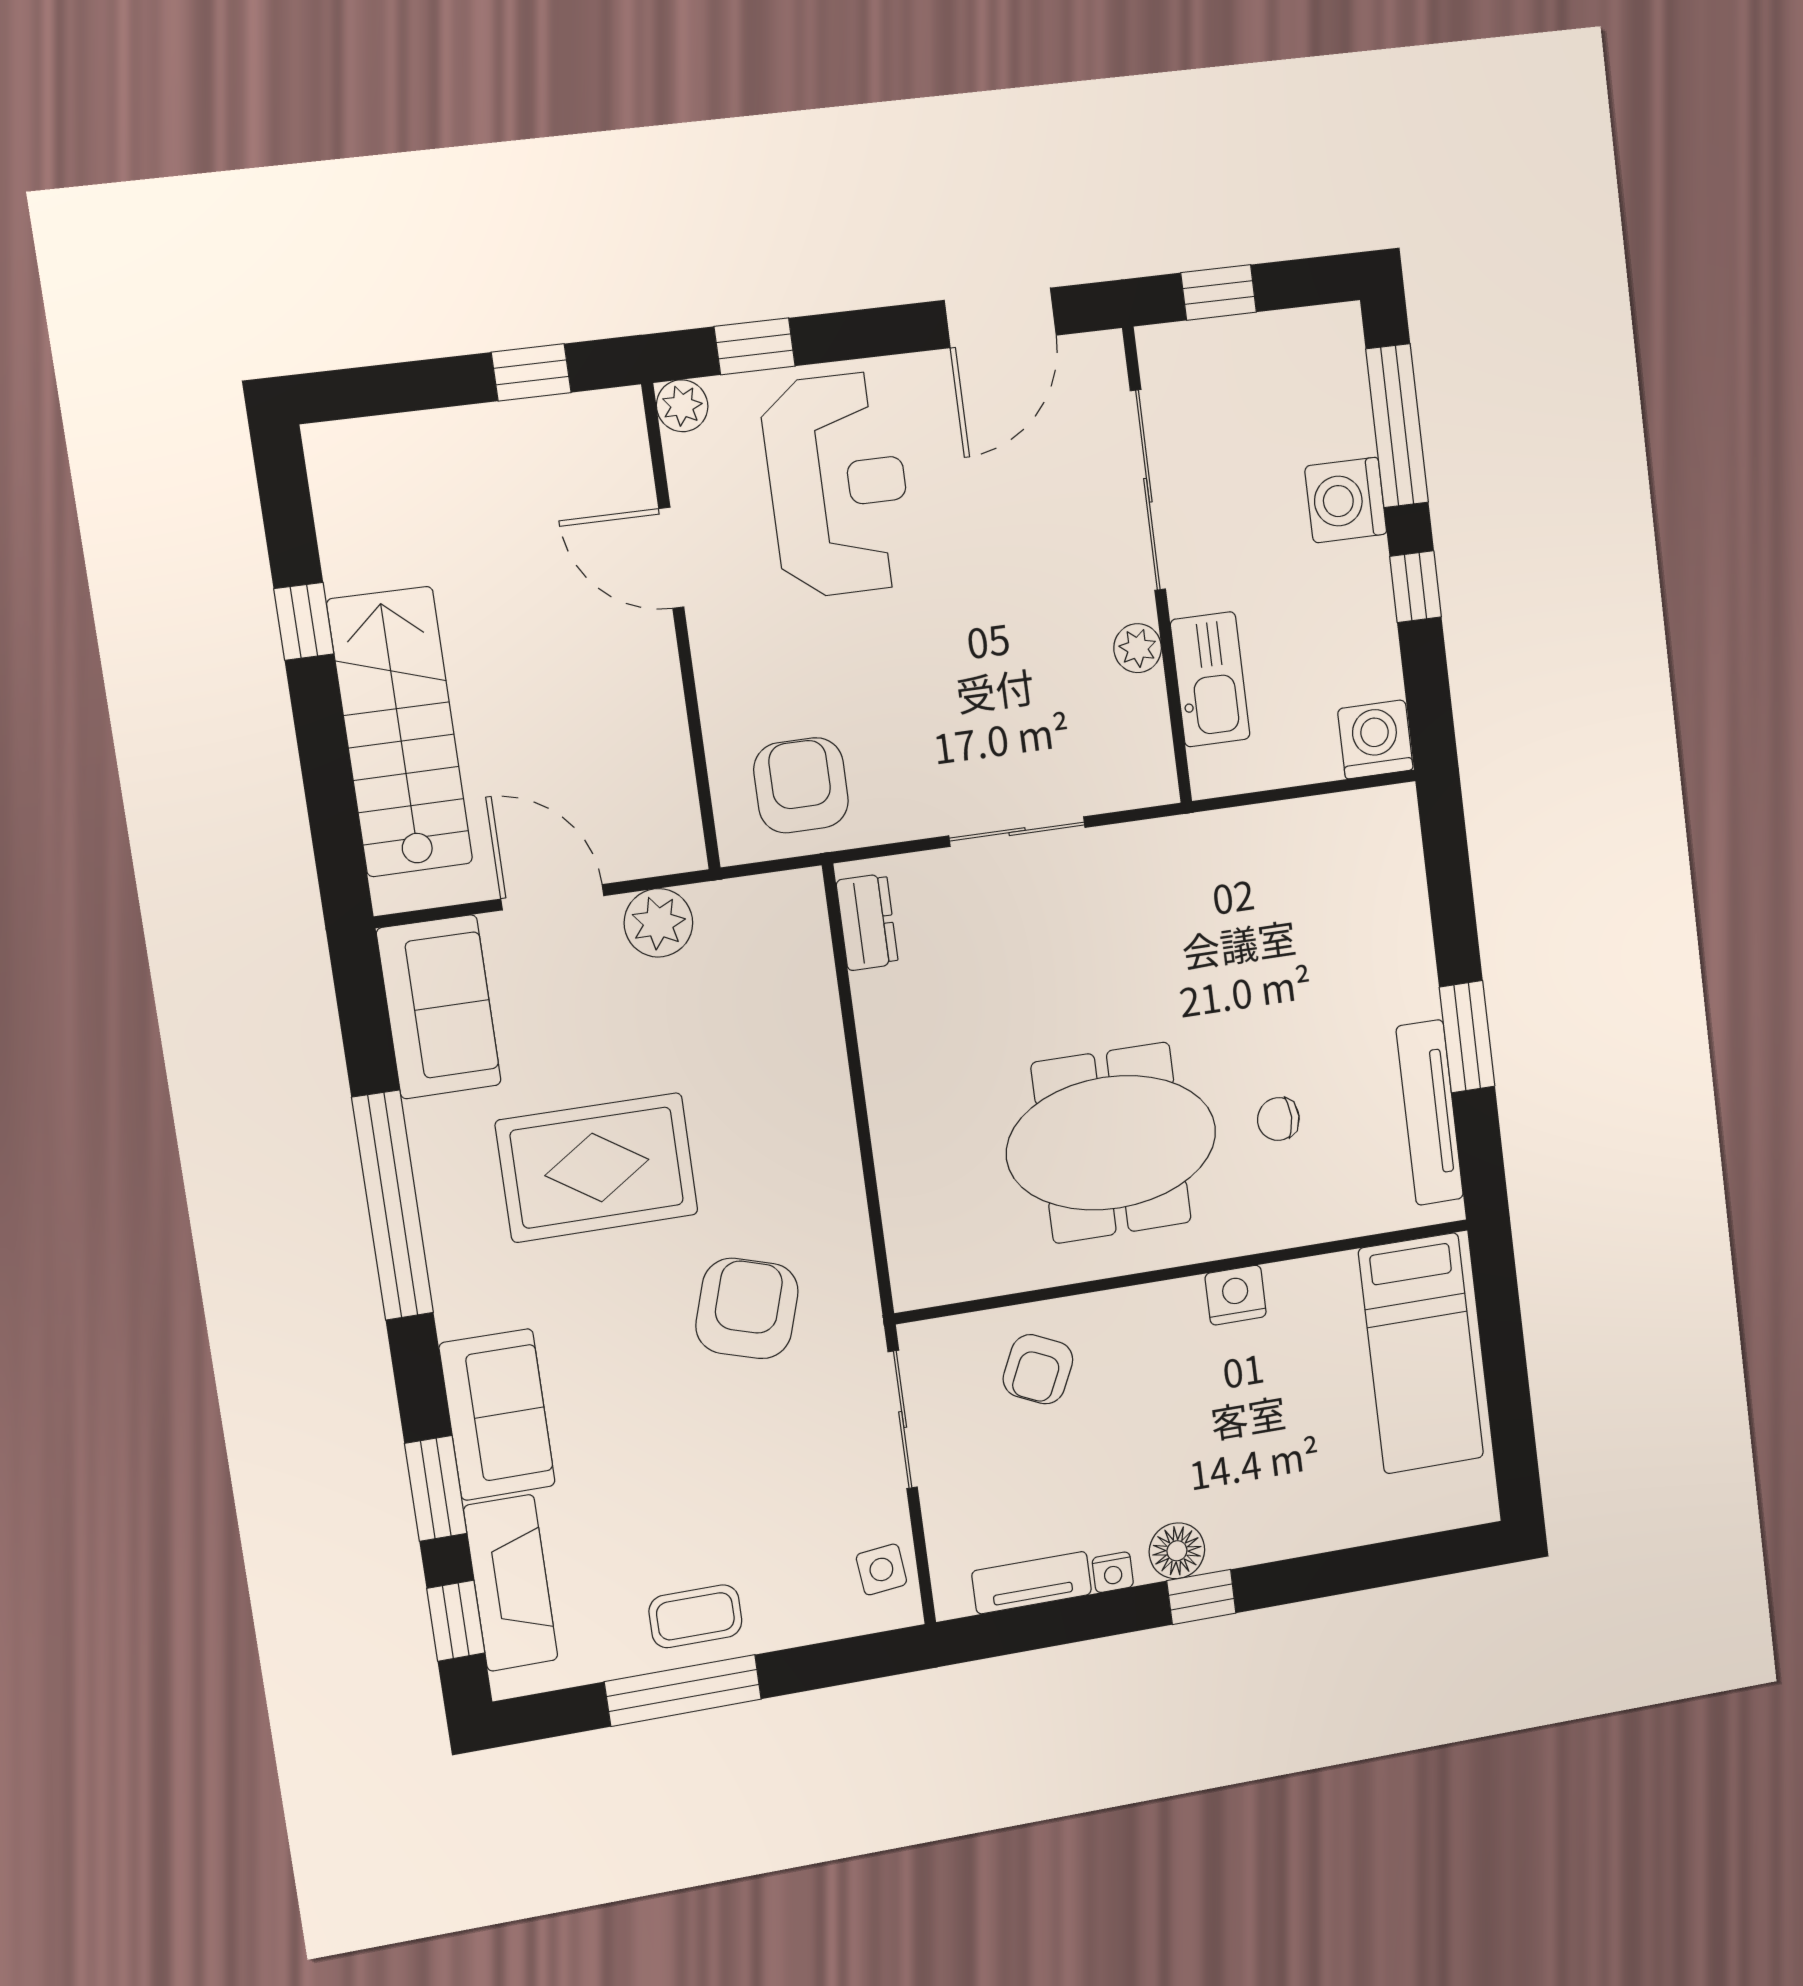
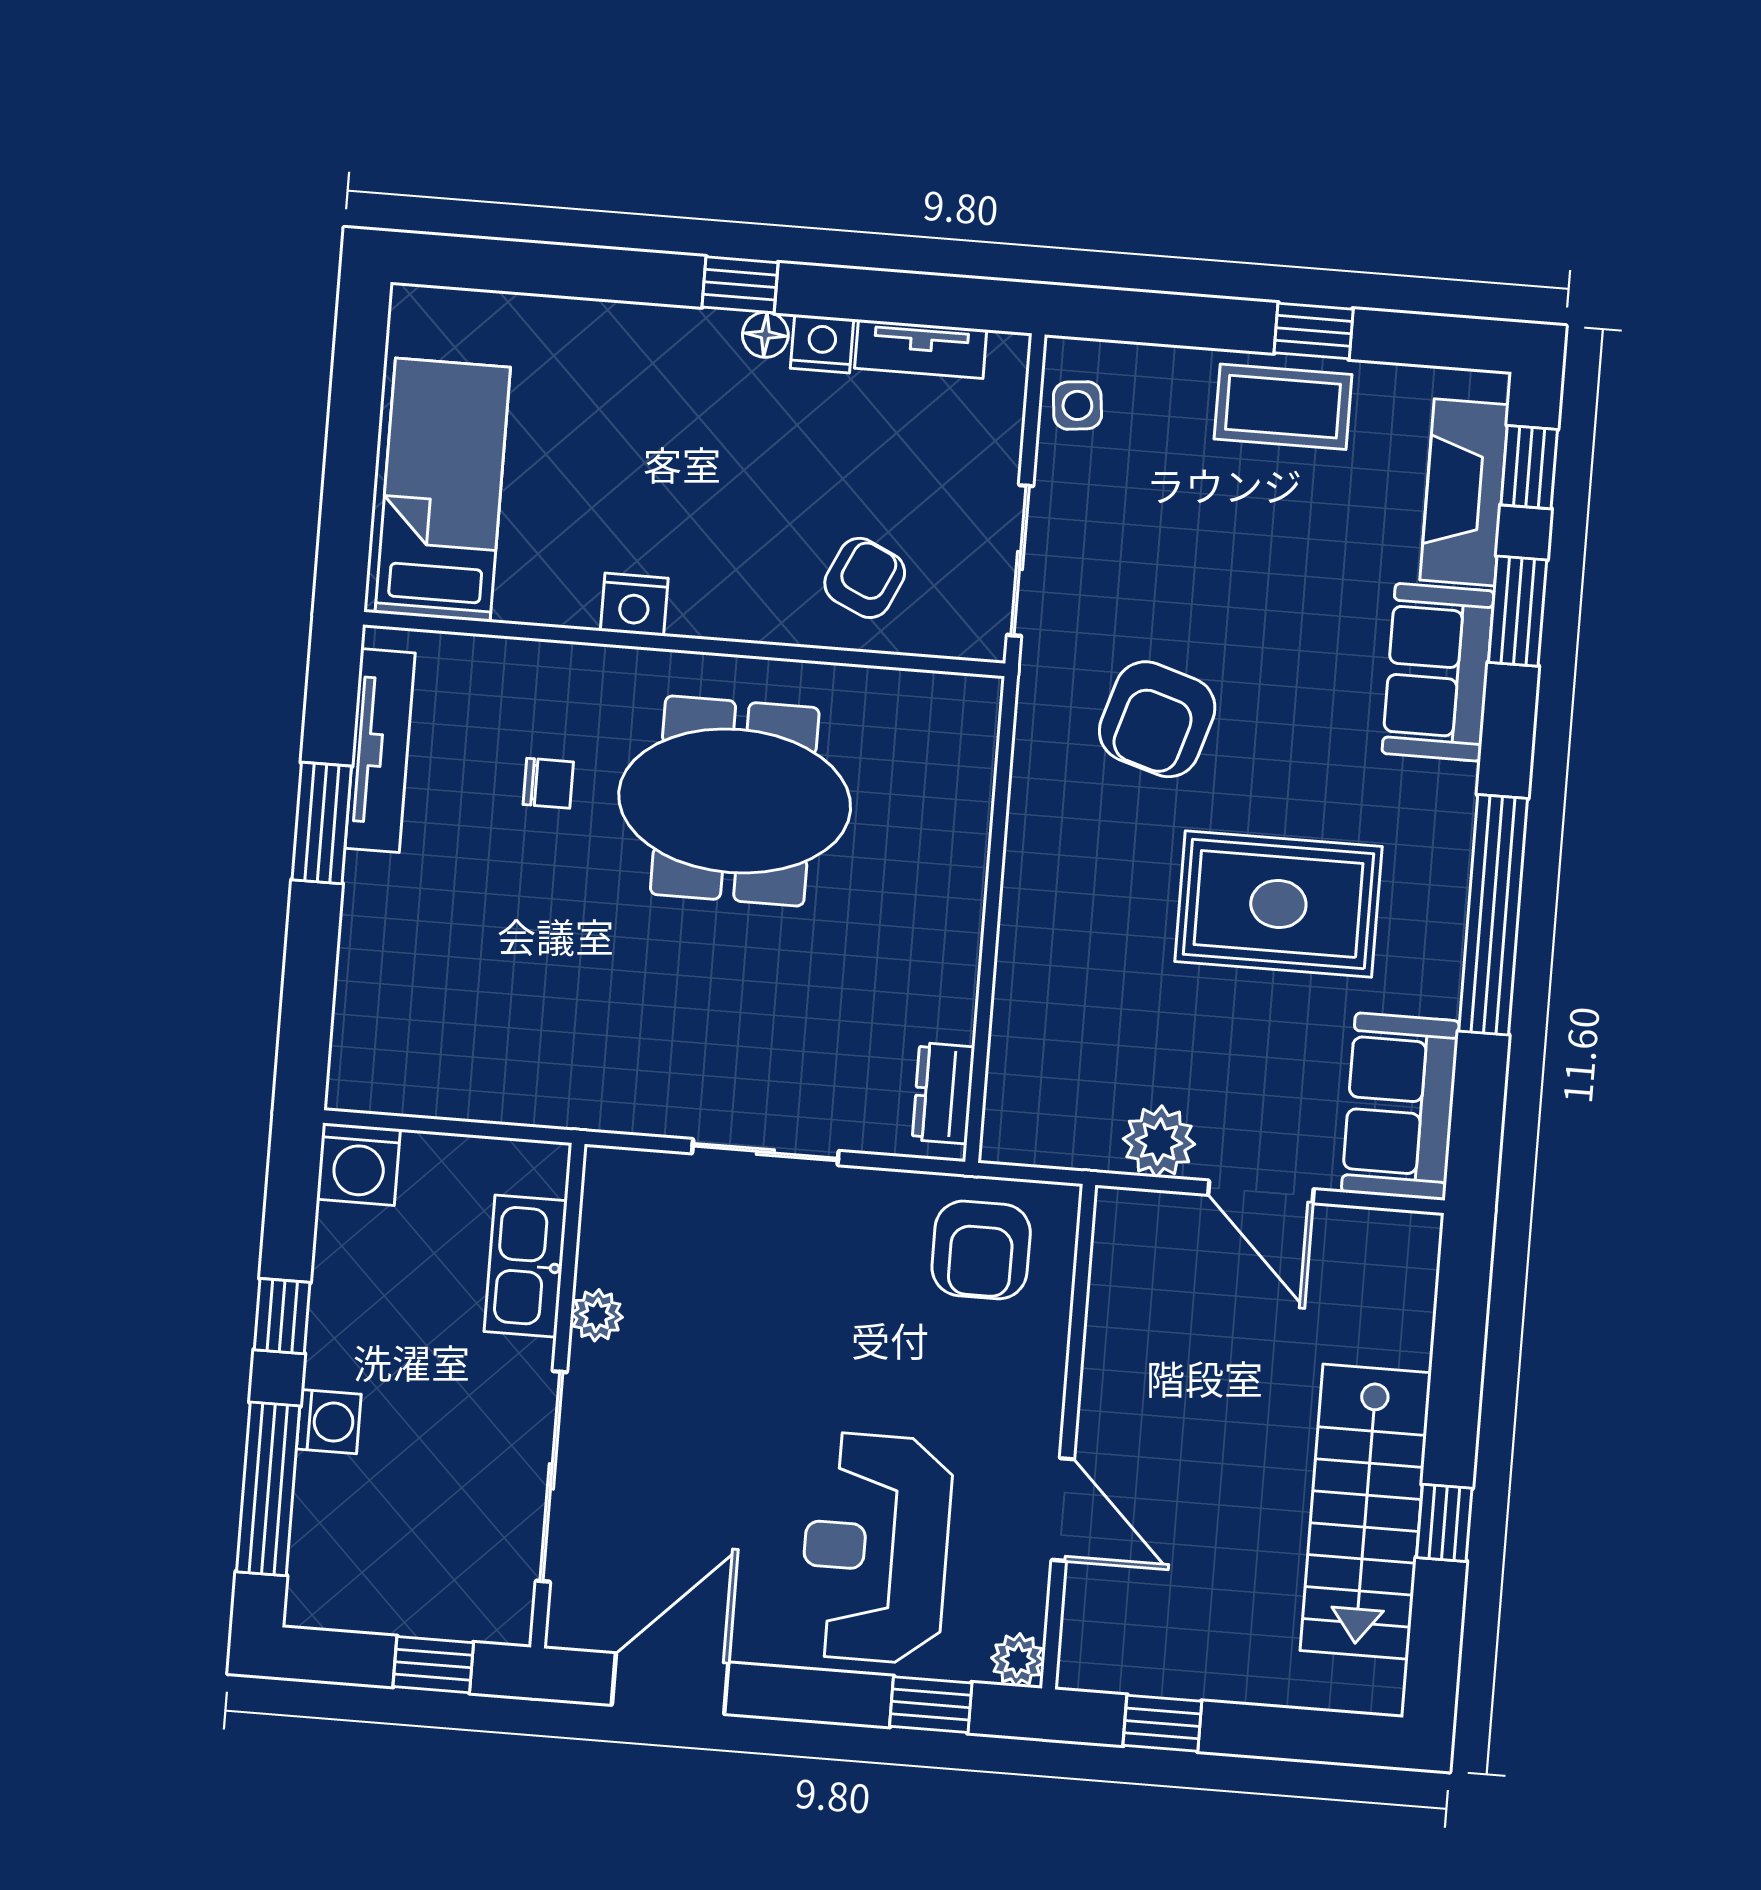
washing machine: (1346, 500) -> (329, 1422), width x0.73, depth x0.73
stairs: (400, 732) -> (1366, 1512), moved
floor lamp: (1177, 1551) -> (765, 335), width x0.73, depth x0.73
nightstand: (1113, 1572) -> (822, 344), width x1.39, depth x1.35
coffee table: (695, 1616) -> (1283, 407), width x1.36, depth x1.30
window: (683, 1690) -> (1314, 331), width x0.46

